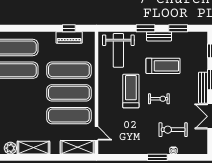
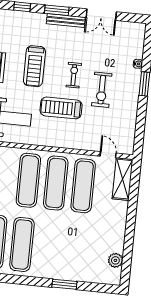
treadmill: (163, 66) -> (34, 66), turned 180
exercise bike: (173, 130) -> (102, 90), moved
door: (96, 133) -> (108, 155), hinge flipped
shelving: (33, 148) -> (118, 232), removed

